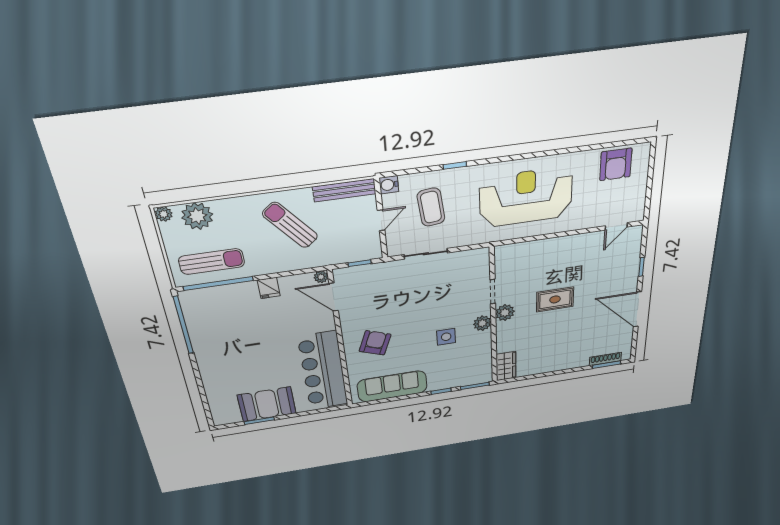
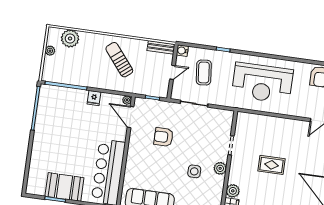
bench: (344, 190) -> (161, 47), width x0.73
reception desk: (526, 197) -> (262, 83), turned 180
plant: (164, 214) -> (50, 51), moved
sun lounger: (212, 262) -> (68, 70), removed
plant: (505, 313) -> (233, 191), moved
armchair: (375, 343) -> (164, 137), moved, turned -111

